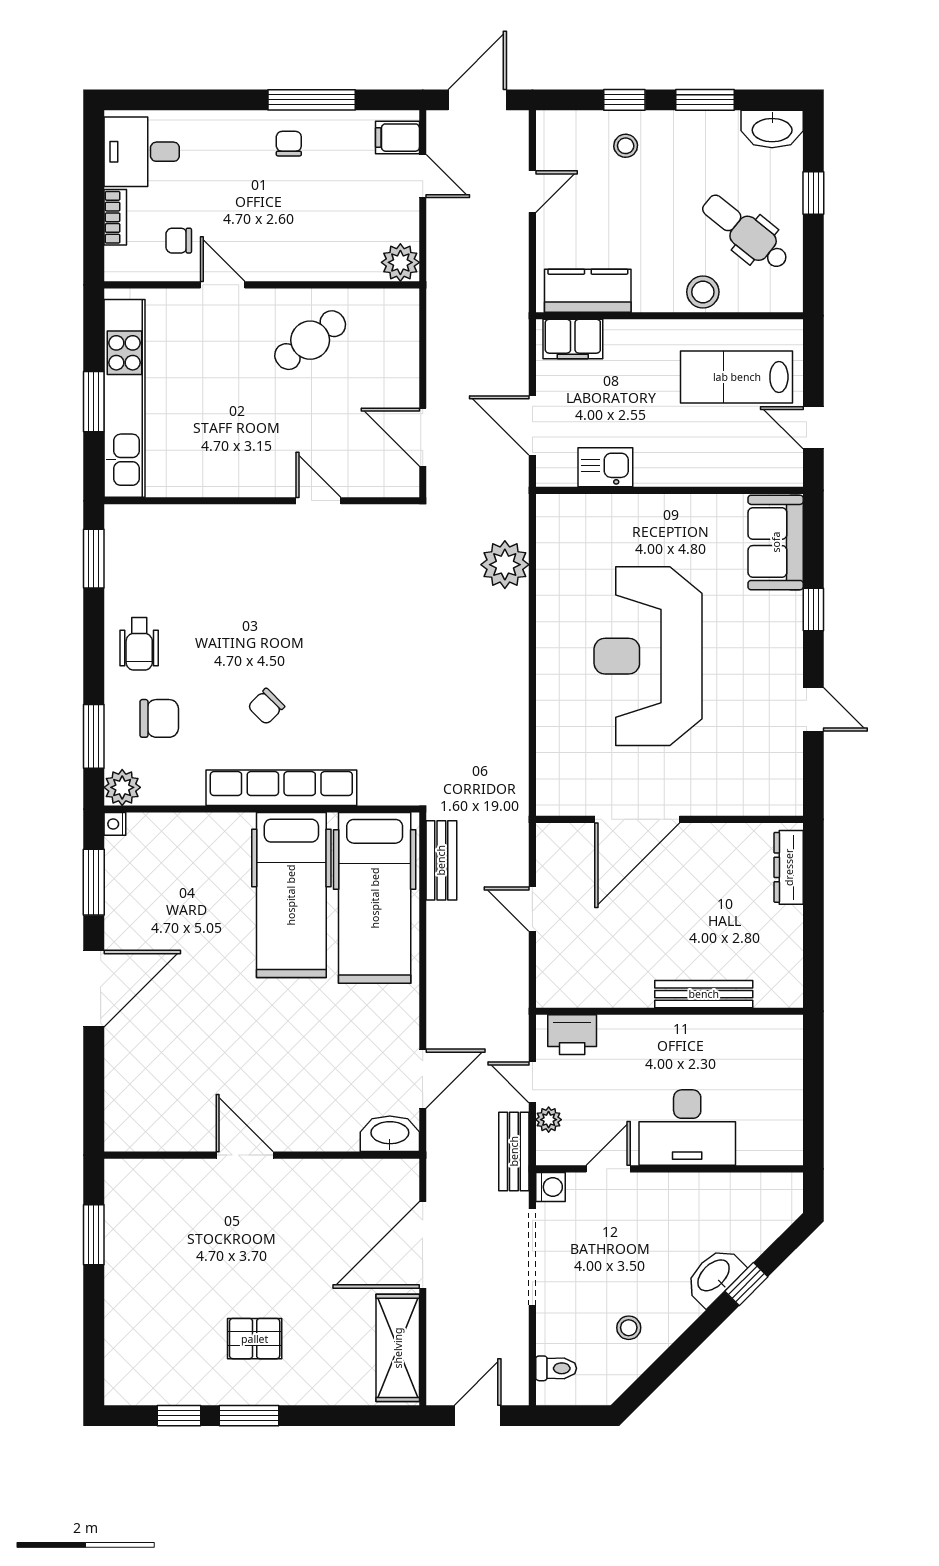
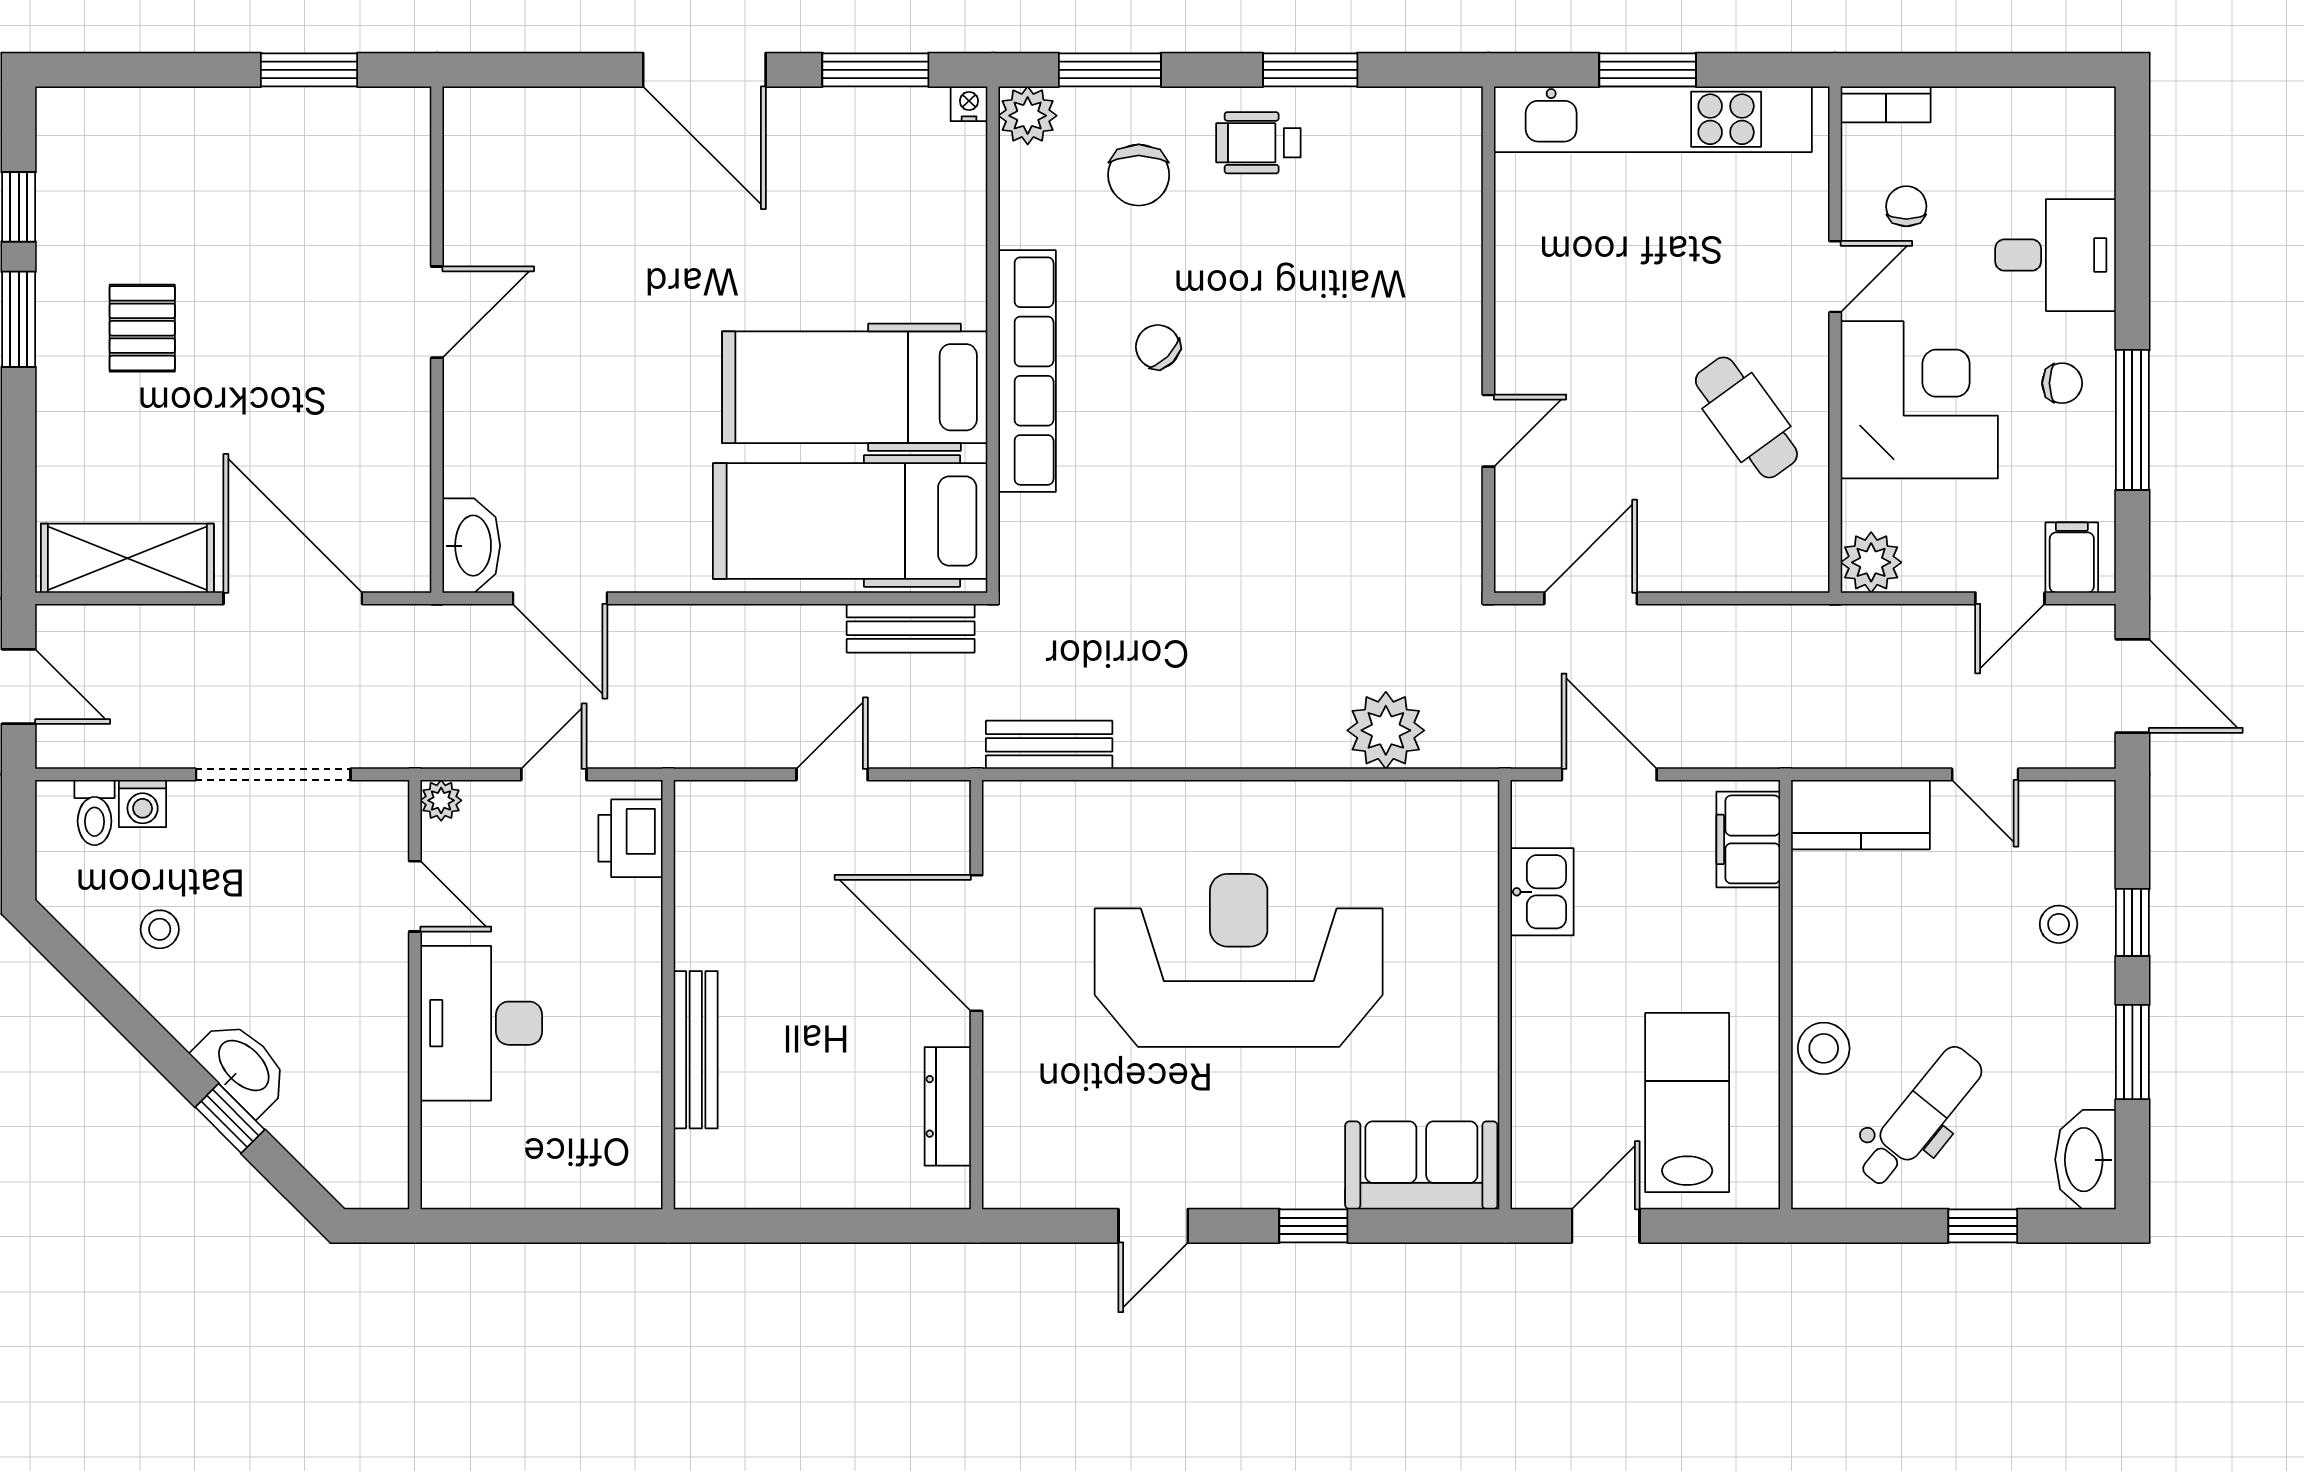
desk: (142, 152) -> (2056, 255), moved, turned 90
bookcase: (115, 217) -> (1886, 104), moved
corner desk: (299, 232) -> (1919, 400), added
kitchen counter: (588, 291) -> (1861, 815), moved, turned 90
door: (532, 426) -> (1609, 774), hinge flipped
window: (94, 559) -> (1310, 70), moved
dresser: (789, 867) -> (948, 1106), moved, turned -90
plant: (549, 1120) -> (441, 800), moved
bench: (514, 1151) -> (1049, 745), moved
washing machine: (550, 1187) -> (143, 804), moved

